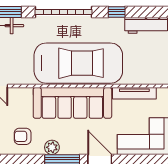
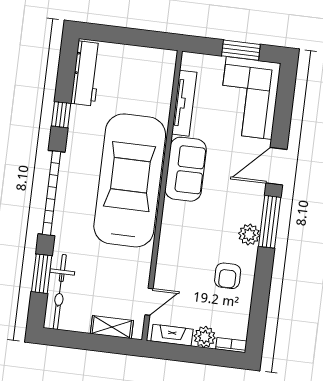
sofa: (72, 103) -> (186, 169), width x0.54, depth x0.79

